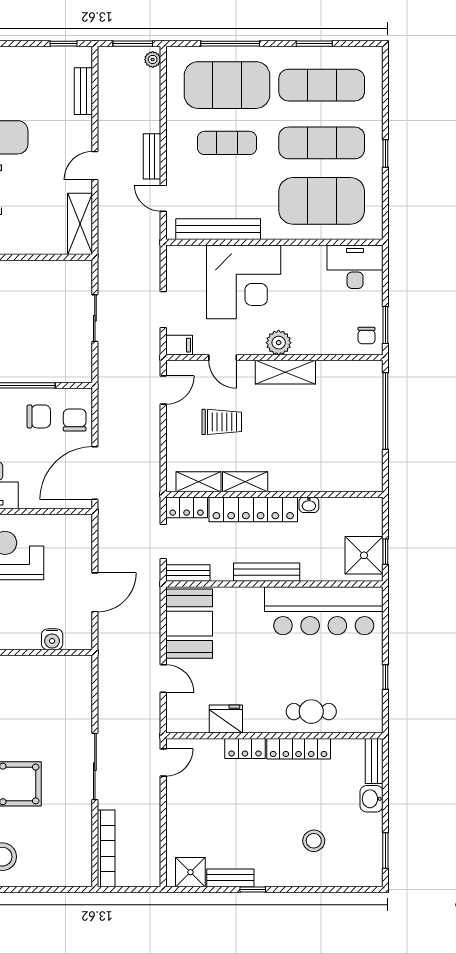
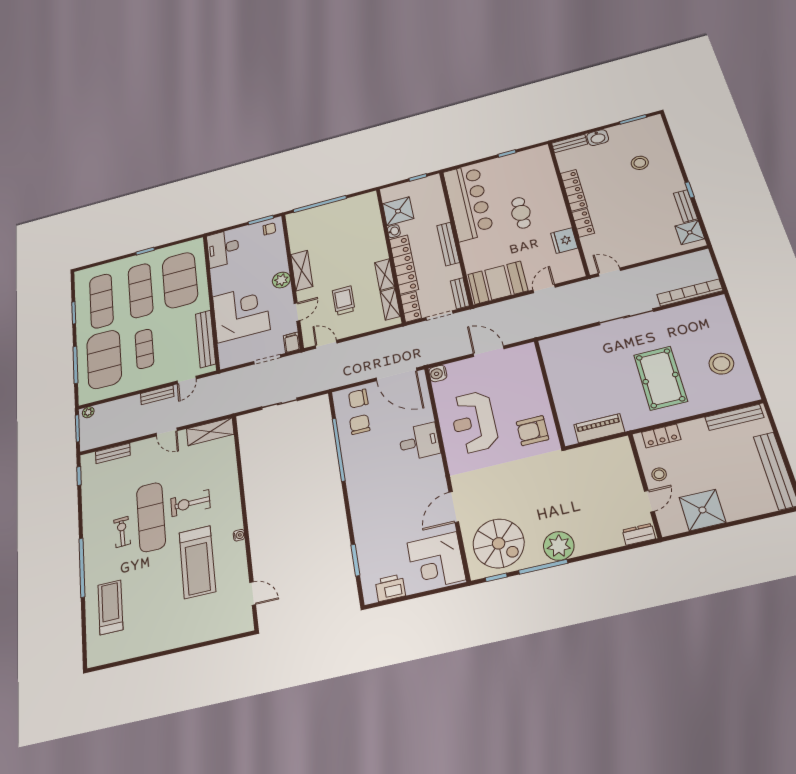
shower: (364, 555) -> (398, 211), moved
water cooler: (52, 639) -> (438, 373), moved, turned 180
cafe table: (311, 712) -> (521, 213), moved

